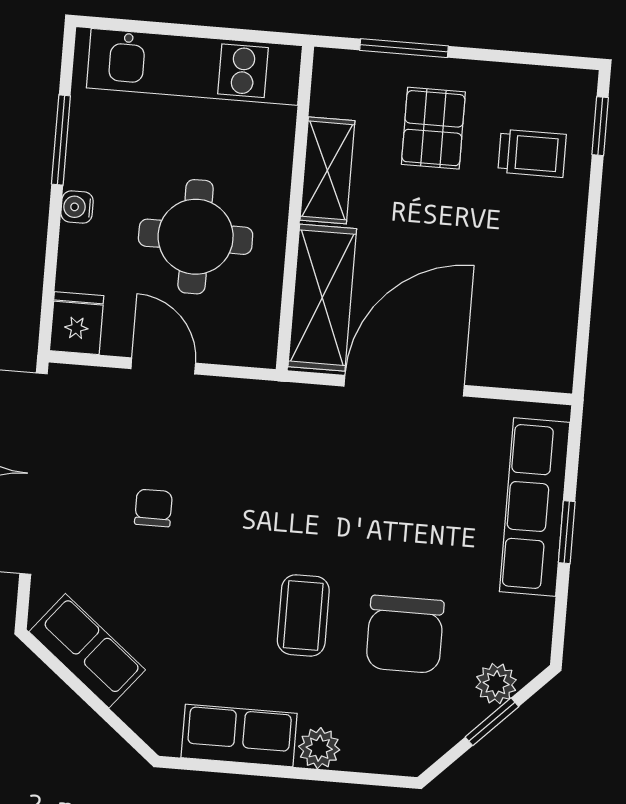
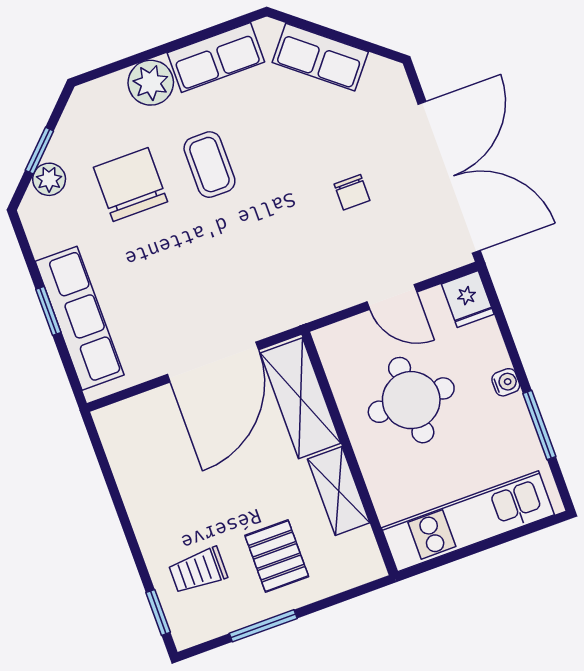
window: (404, 48) -> (263, 626), moved
row of seats: (87, 651) -> (320, 57), moved
plant: (319, 748) -> (151, 83), width x1.38, depth x1.38

